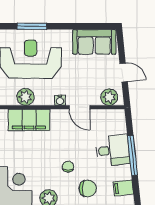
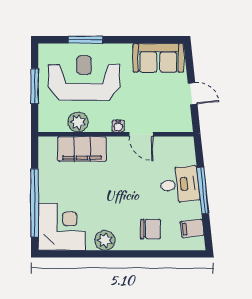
plant: (109, 97) -> (176, 122), removed
chair: (68, 167) -> (128, 203), removed

